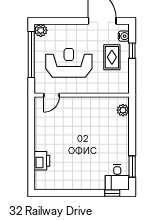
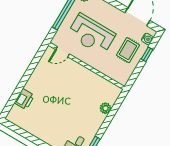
reception desk: (69, 63) -> (91, 34), turned 180
plant: (123, 110) -> (105, 108), moved

